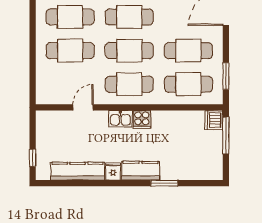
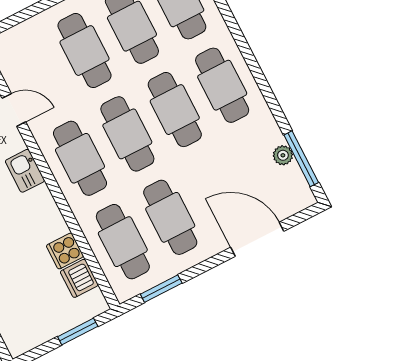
cooker: (142, 119) -> (65, 251), moved
dishwasher: (214, 120) -> (79, 278), moved, turned -90
window: (226, 135) -> (78, 332), width x0.69

